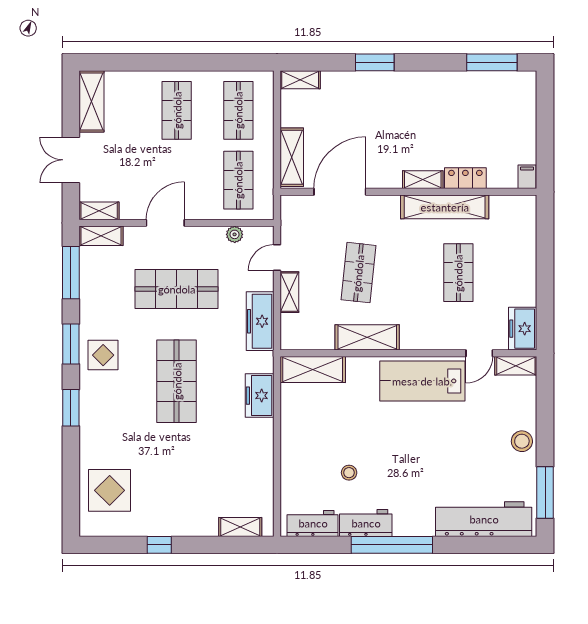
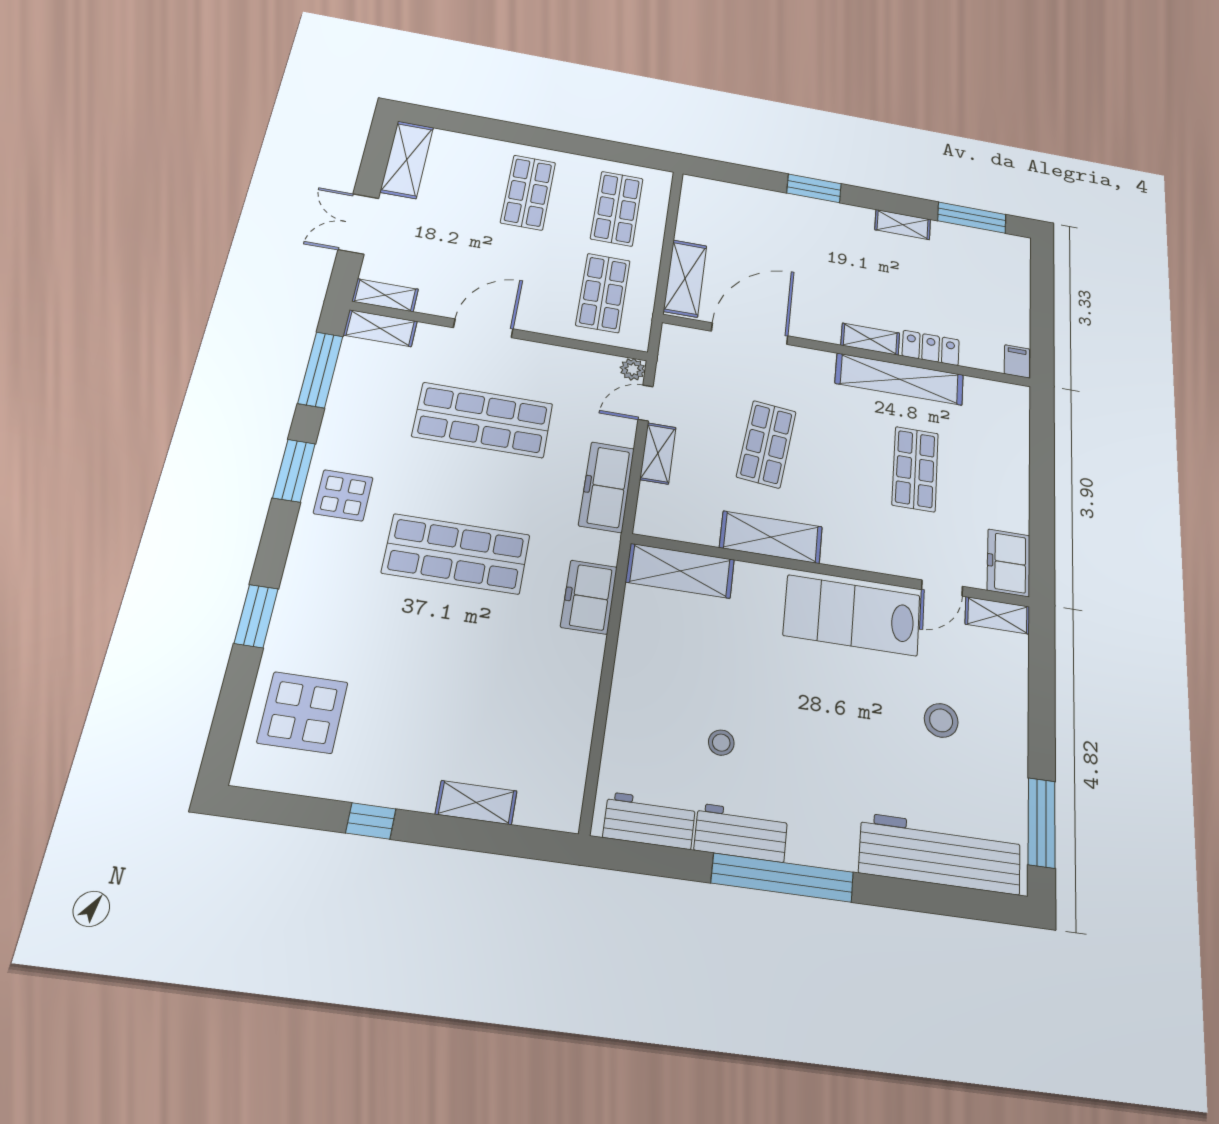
shelving: (300, 80) -> (903, 225), moved
plant: (235, 234) -> (633, 369), moved
shop shelf: (177, 381) -> (456, 554), turned 90
window: (71, 408) -> (256, 616), moved
stool: (522, 441) -> (941, 720), moved
shelving: (240, 527) -> (476, 803), moved

